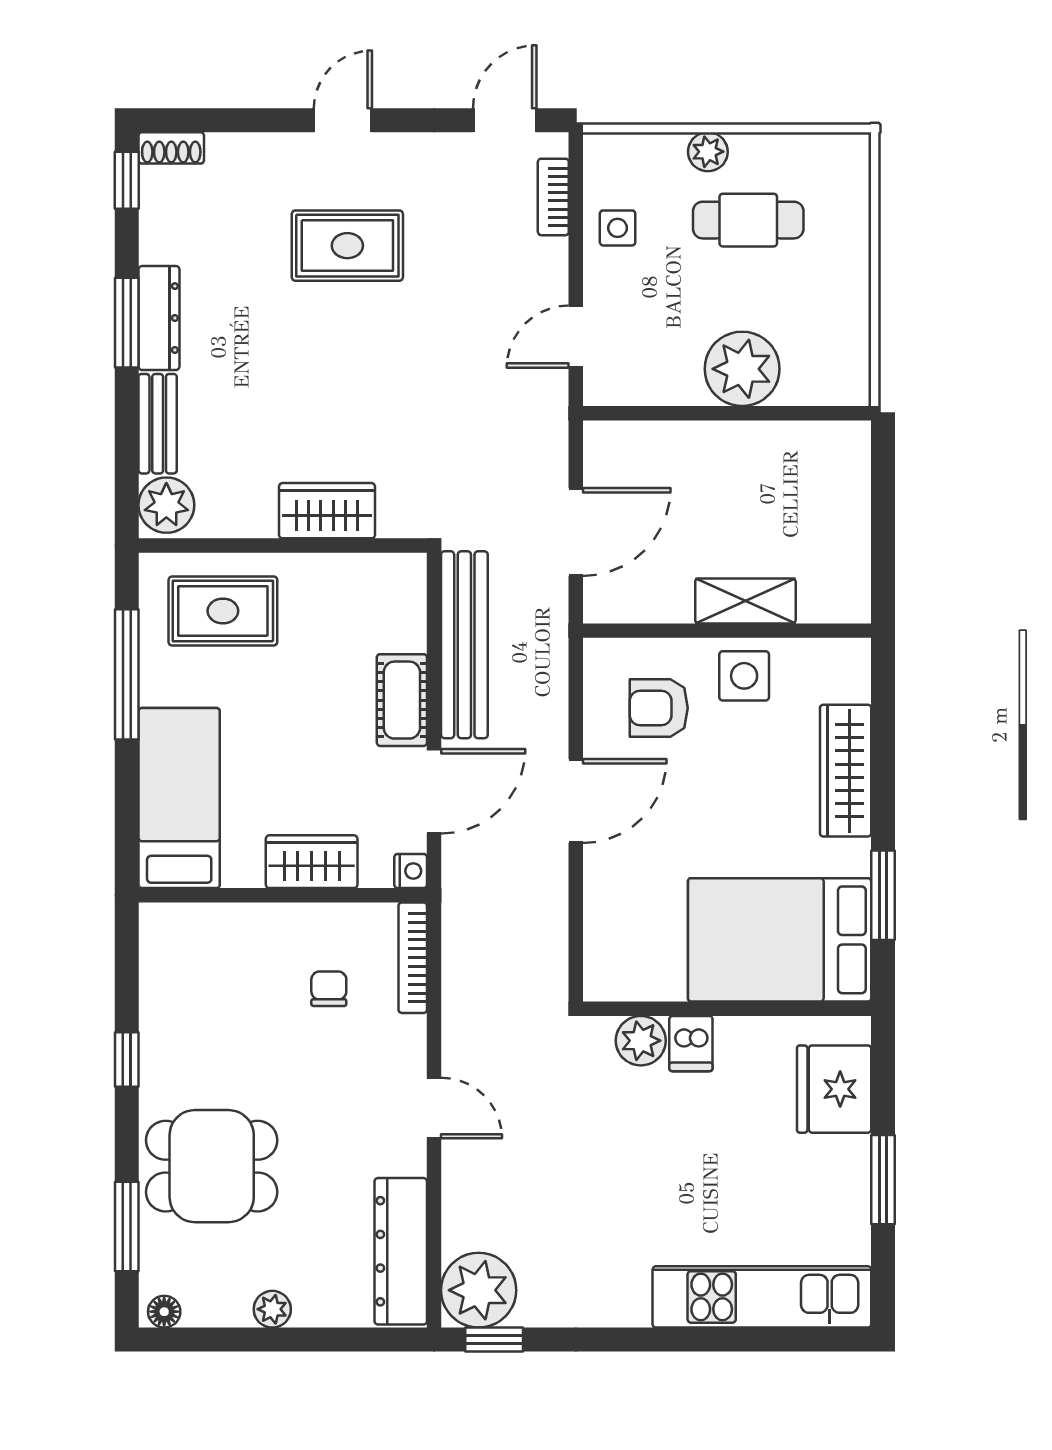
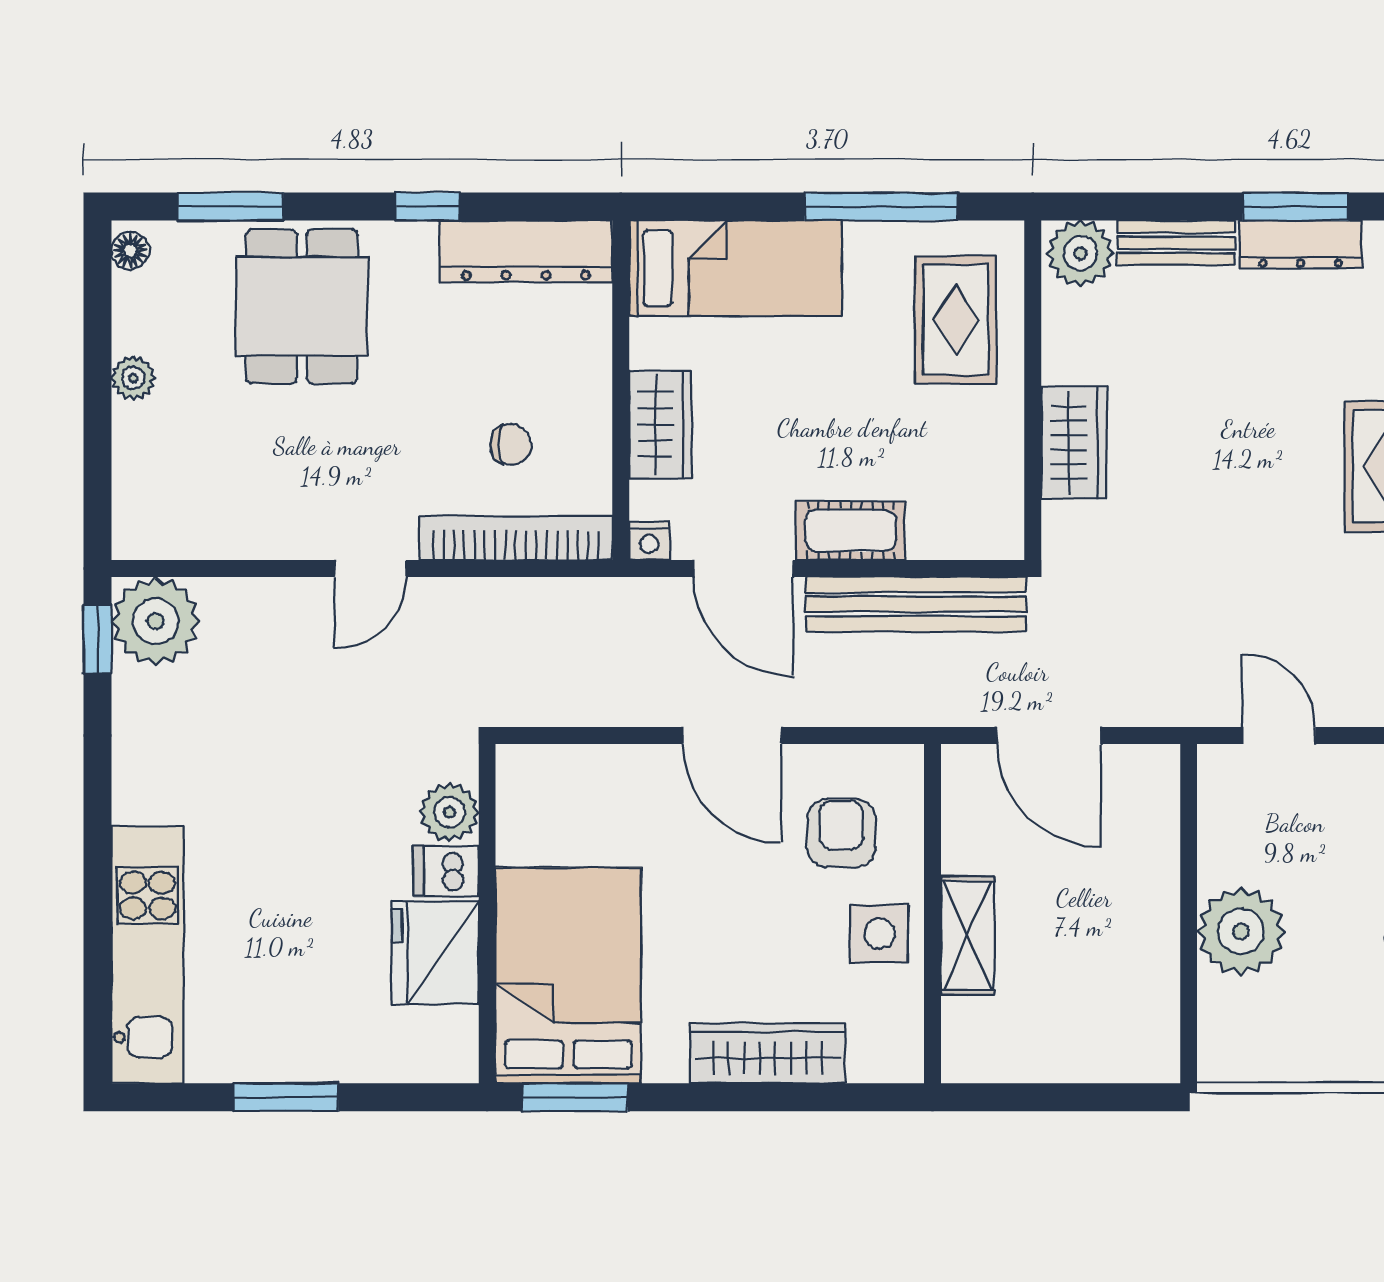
window: (883, 895) -> (575, 1097), moved
bookcase: (413, 958) -> (516, 538), width x1.48, depth x1.31
fridge: (834, 1089) -> (435, 953), moved, turned -90
dresser: (401, 1251) -> (526, 251), moved, turned 180

